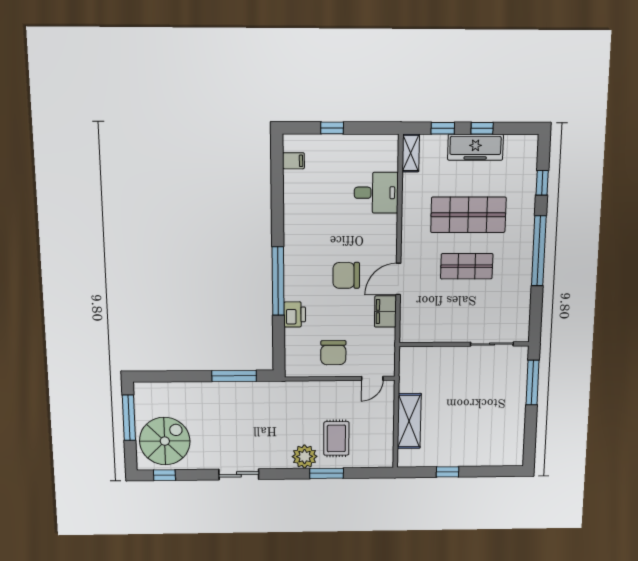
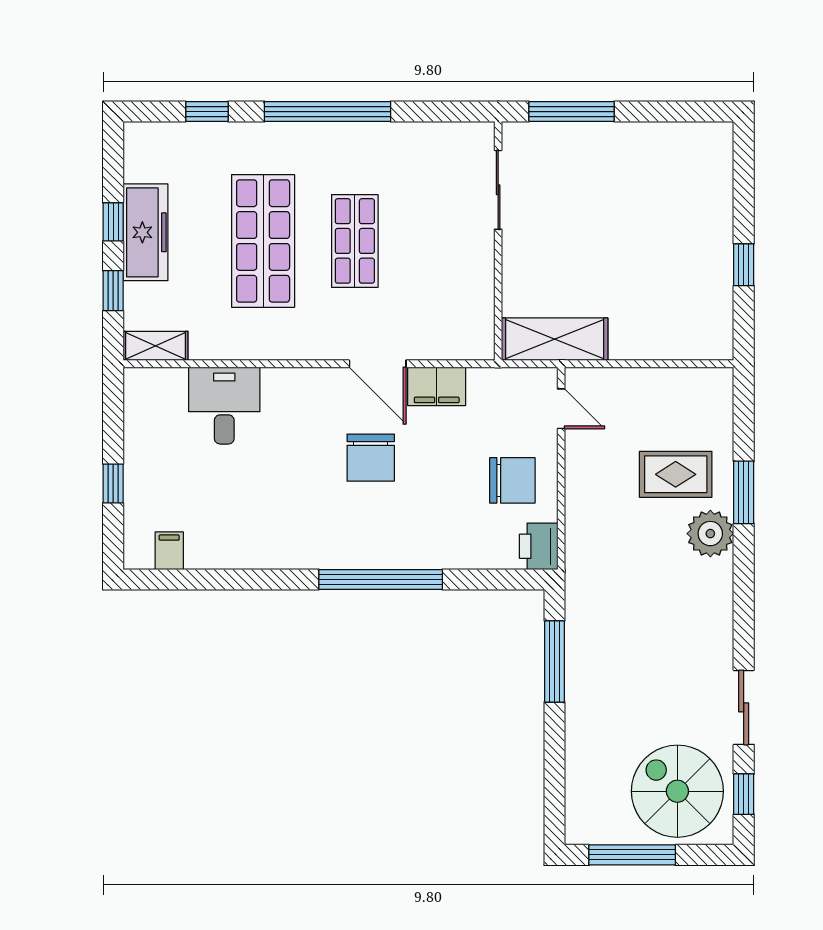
printer: (295, 314) -> (539, 546), moved, turned -90
shelving: (409, 421) -> (555, 339), moved
sliding door: (239, 474) -> (744, 707), moved

